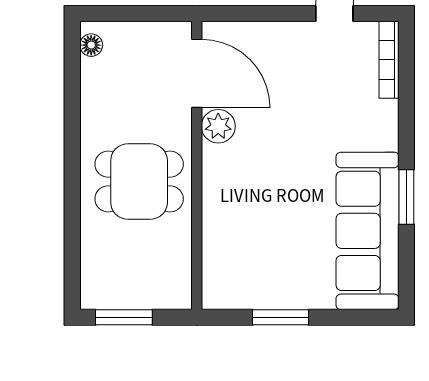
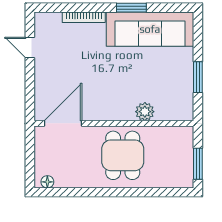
bookcase: (389, 60) -> (84, 17), moved
plant: (218, 126) -> (145, 112), moved

